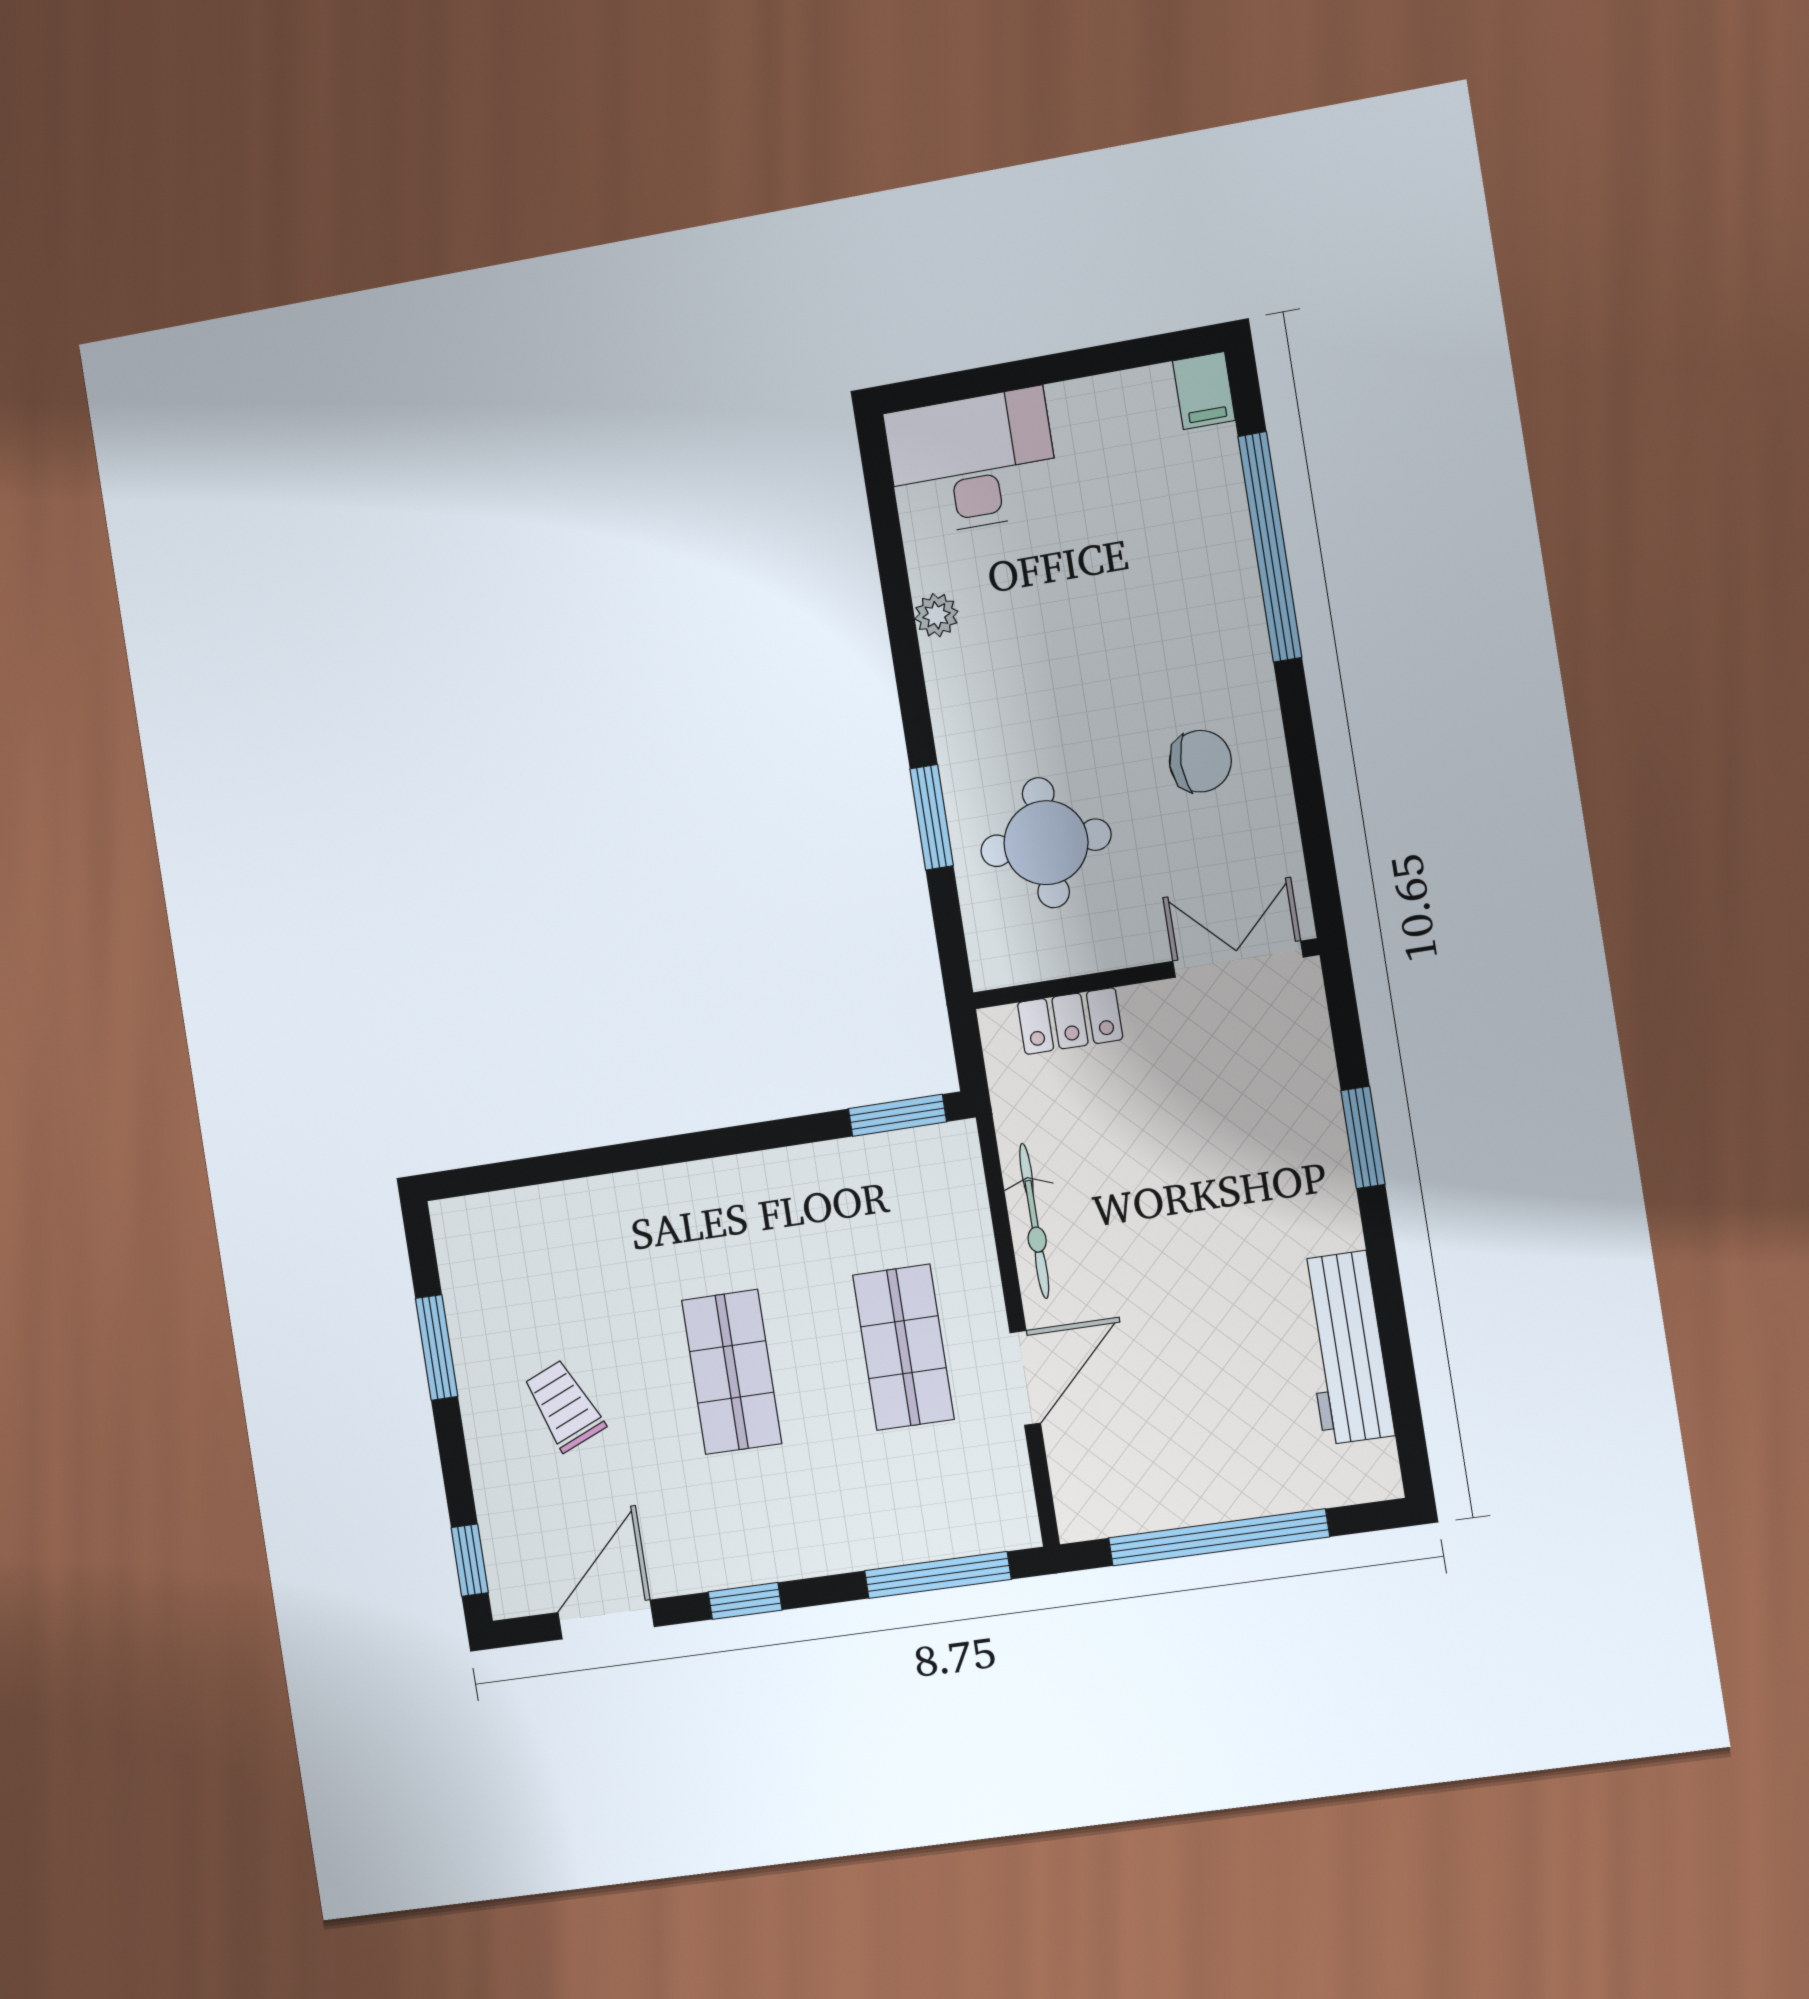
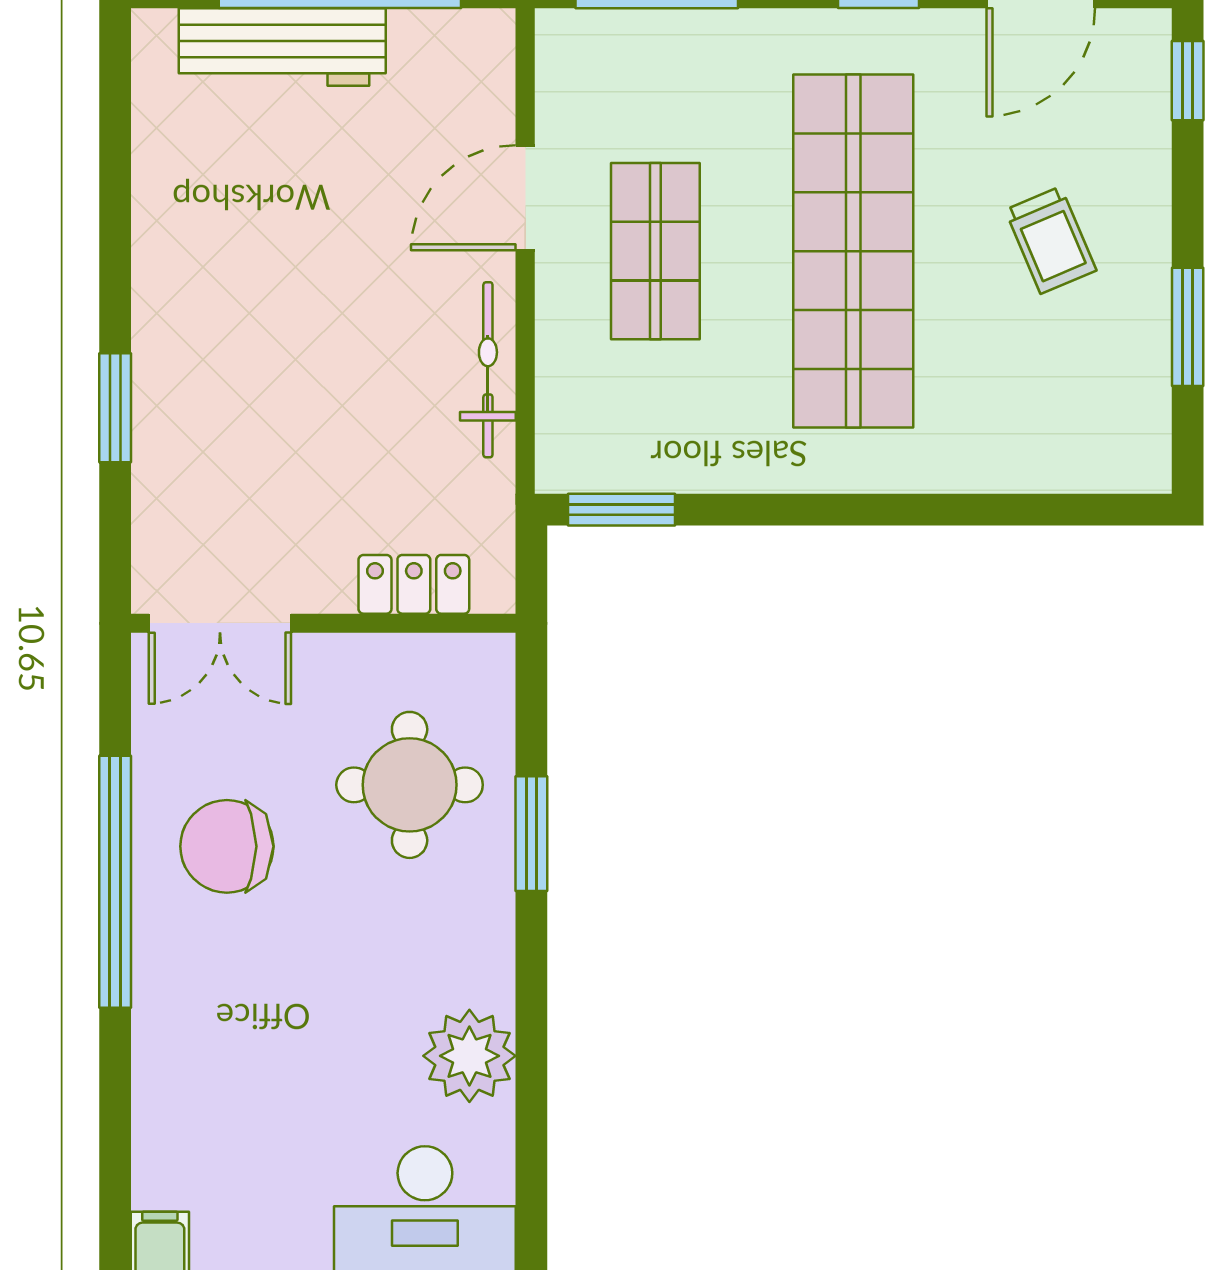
window: (1270, 547) -> (115, 882), moved
plant: (936, 615) -> (469, 1056), width x1.88, depth x1.88
chair: (1200, 761) -> (227, 846), width x1.37, depth x1.37
workbench: (1345, 1348) -> (282, 47), moved, turned 90
shop shelf: (732, 1372) -> (853, 251), width x2.00, depth x1.36

